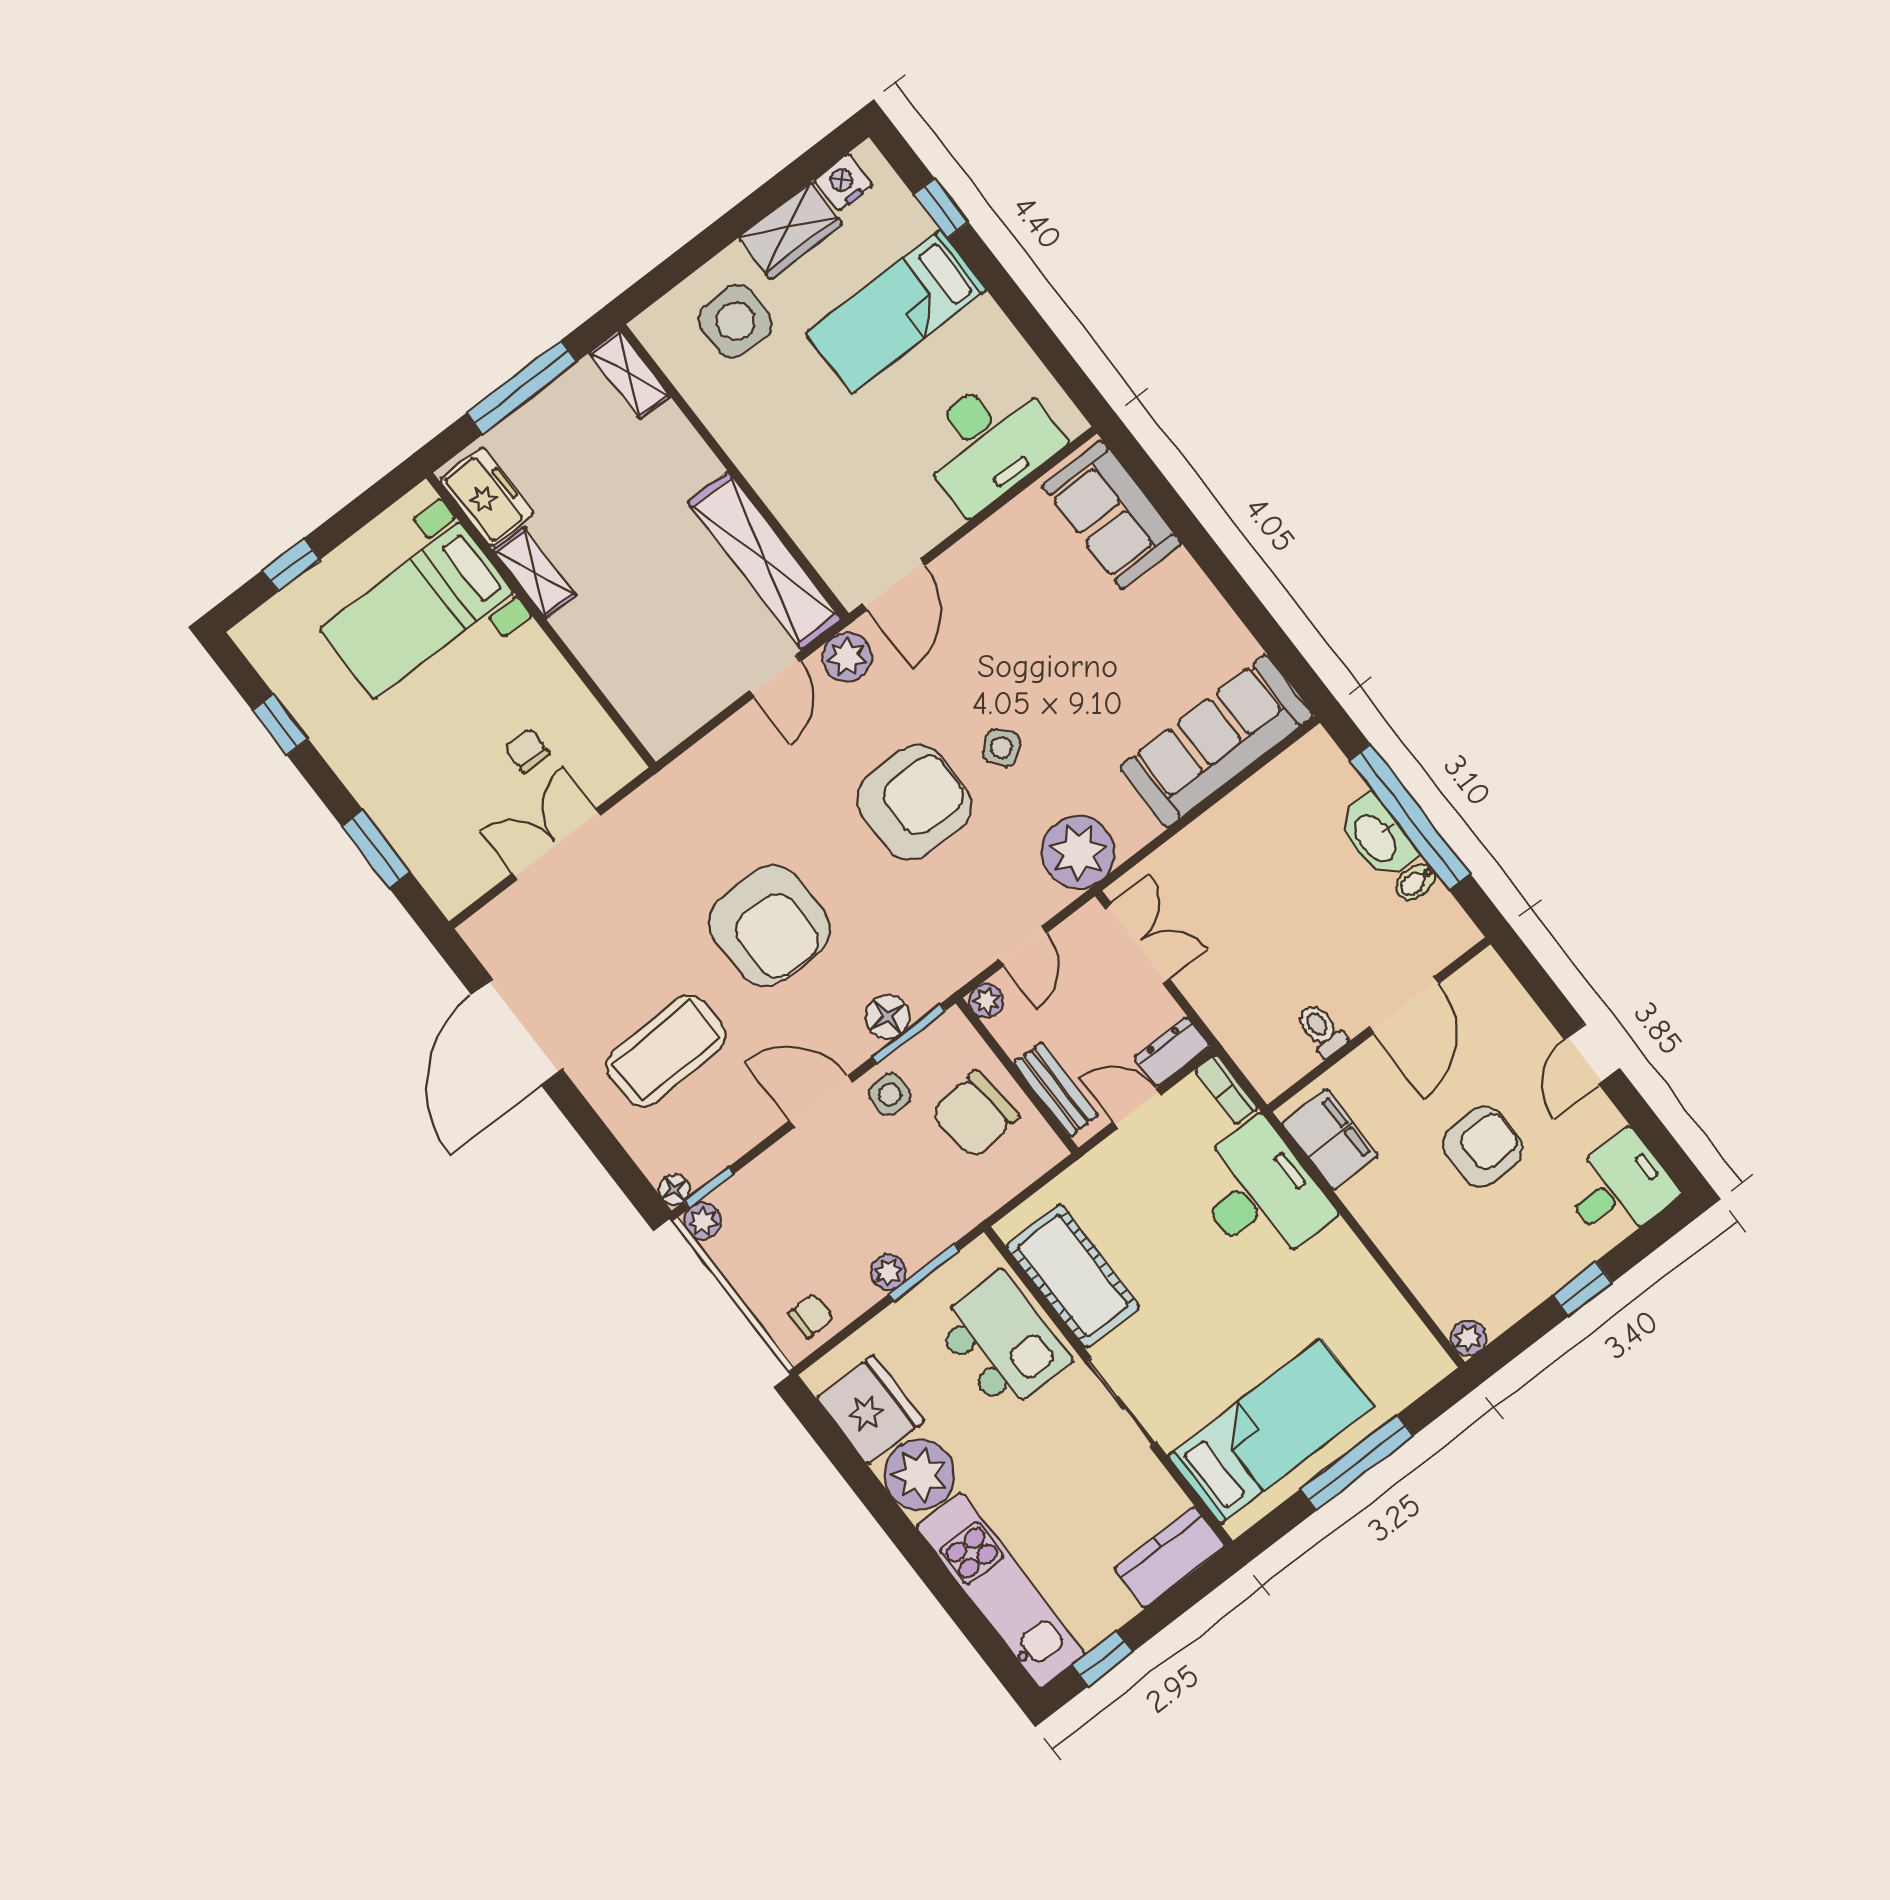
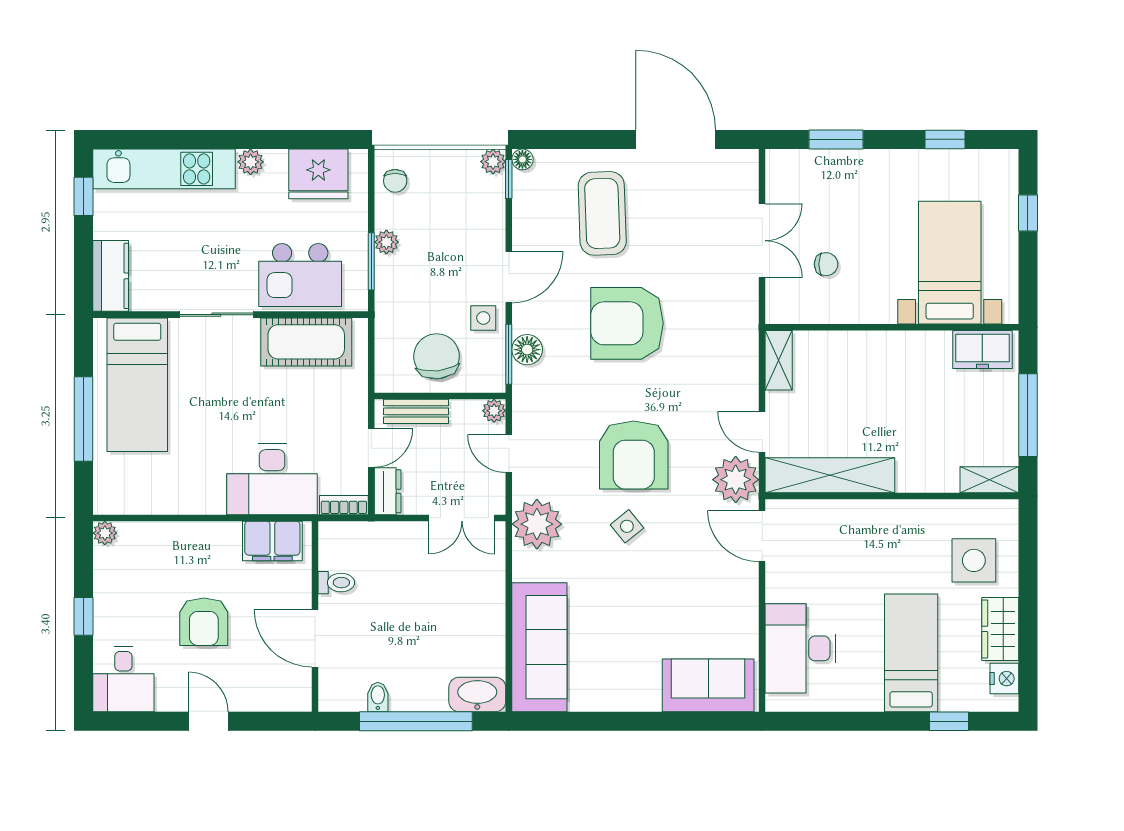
shelving: (535, 573) -> (779, 360), moved, turned 90
plant: (847, 657) -> (736, 480), width x1.36, depth x1.36
washbasin: (1377, 837) -> (477, 694), moved
plant: (919, 1475) -> (251, 162), width x0.53, depth x0.53

